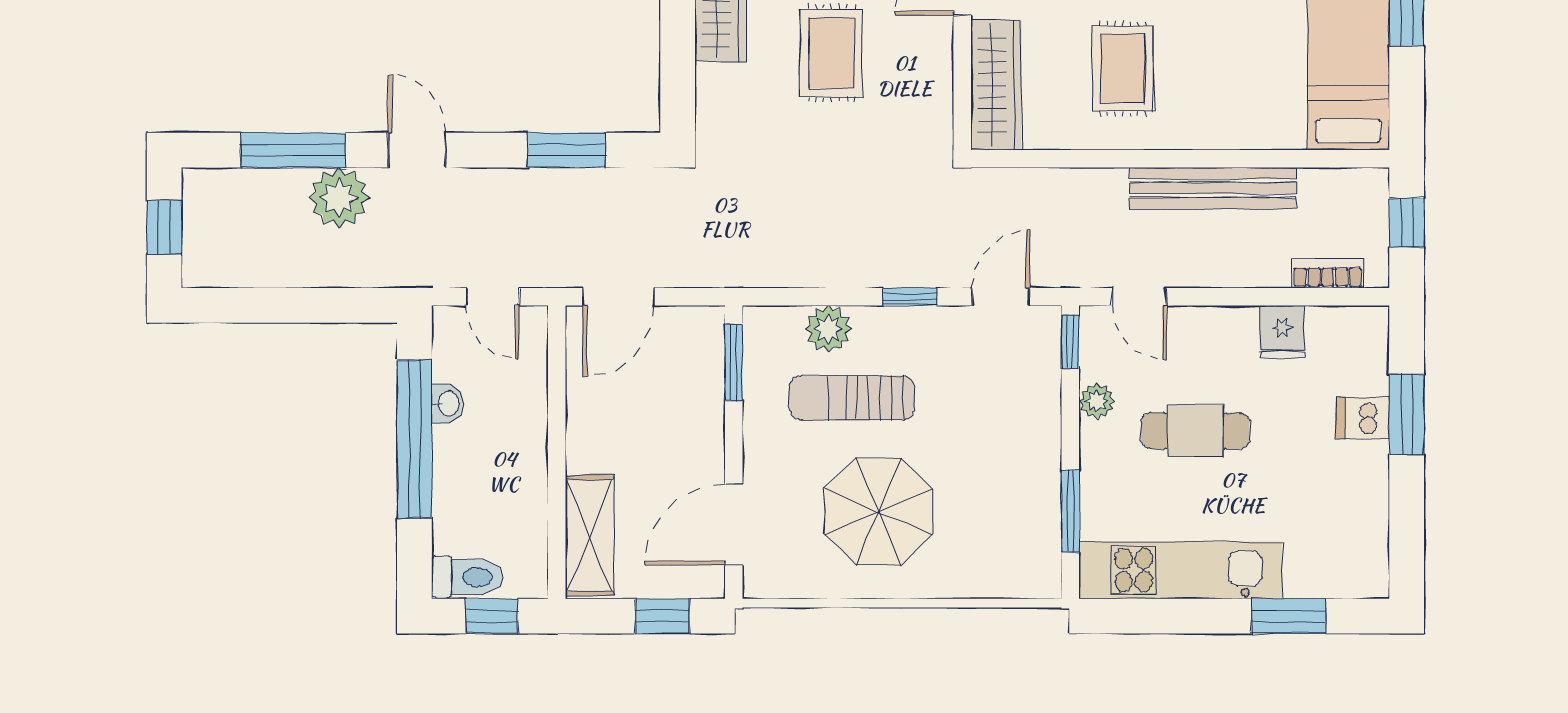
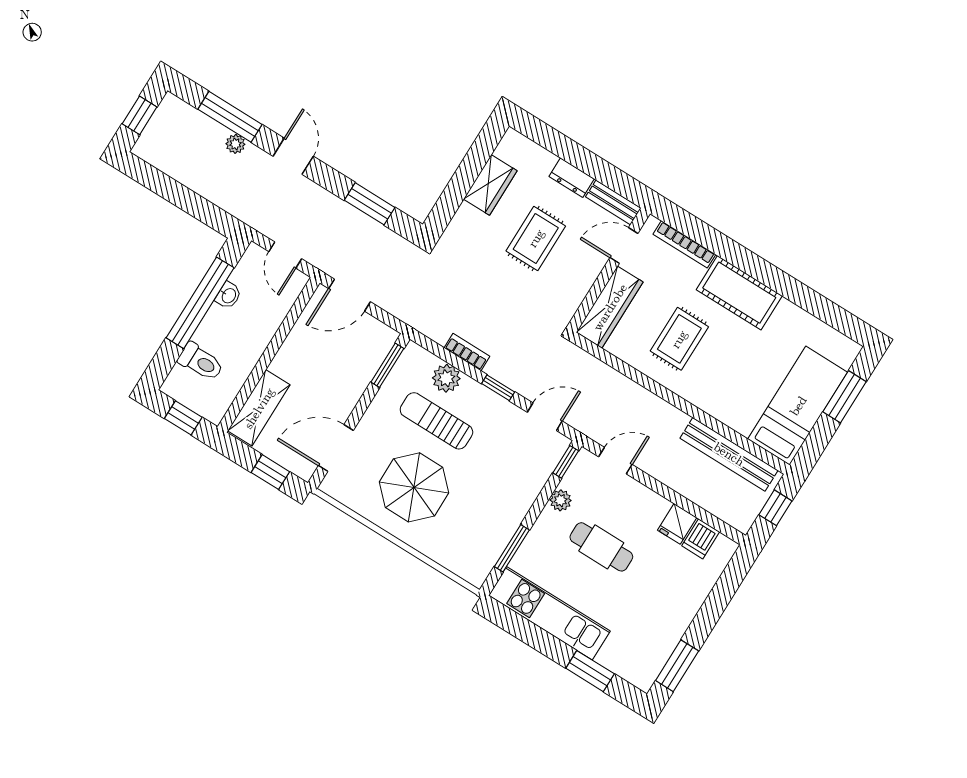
bench: (1213, 188) -> (729, 454), moved
plant: (339, 198) -> (235, 144), width x0.53, depth x0.53
bookcase: (1328, 274) -> (467, 352), moved
door: (1139, 297) -> (615, 461), swing flipped
window: (1407, 414) -> (677, 666), moved
dishwasher: (1363, 418) -> (701, 539), moved, turned -90
toilet: (467, 577) -> (201, 362), moved

